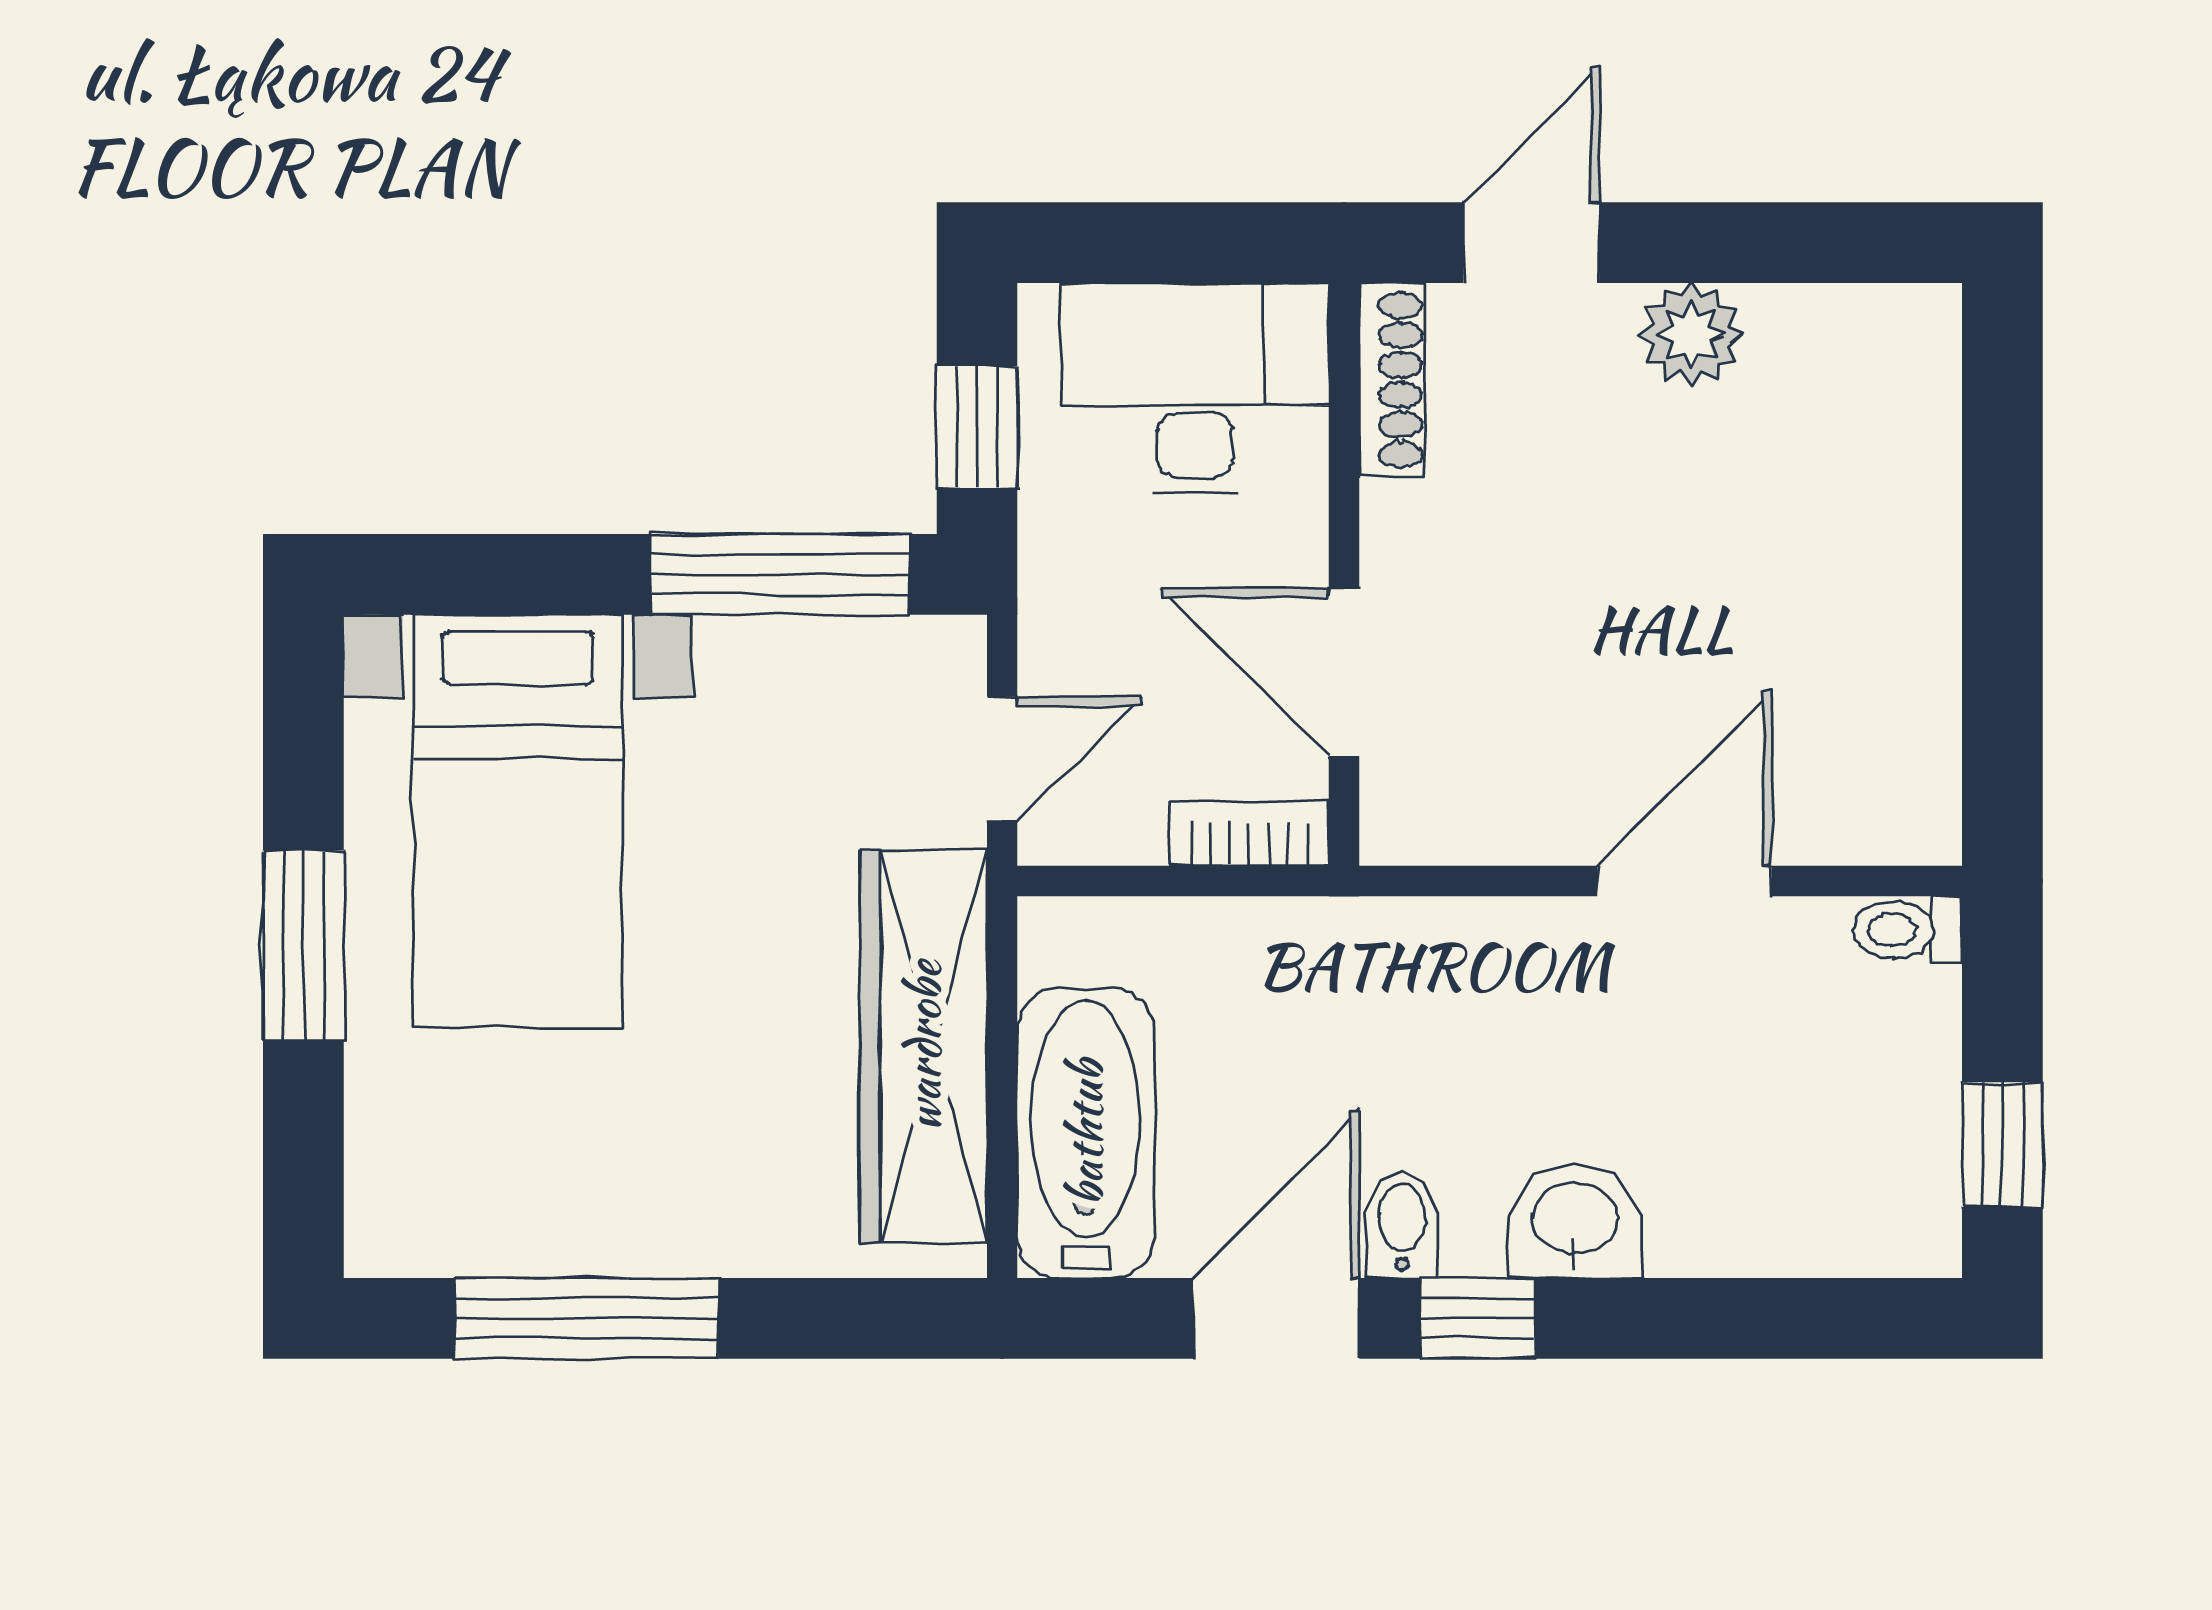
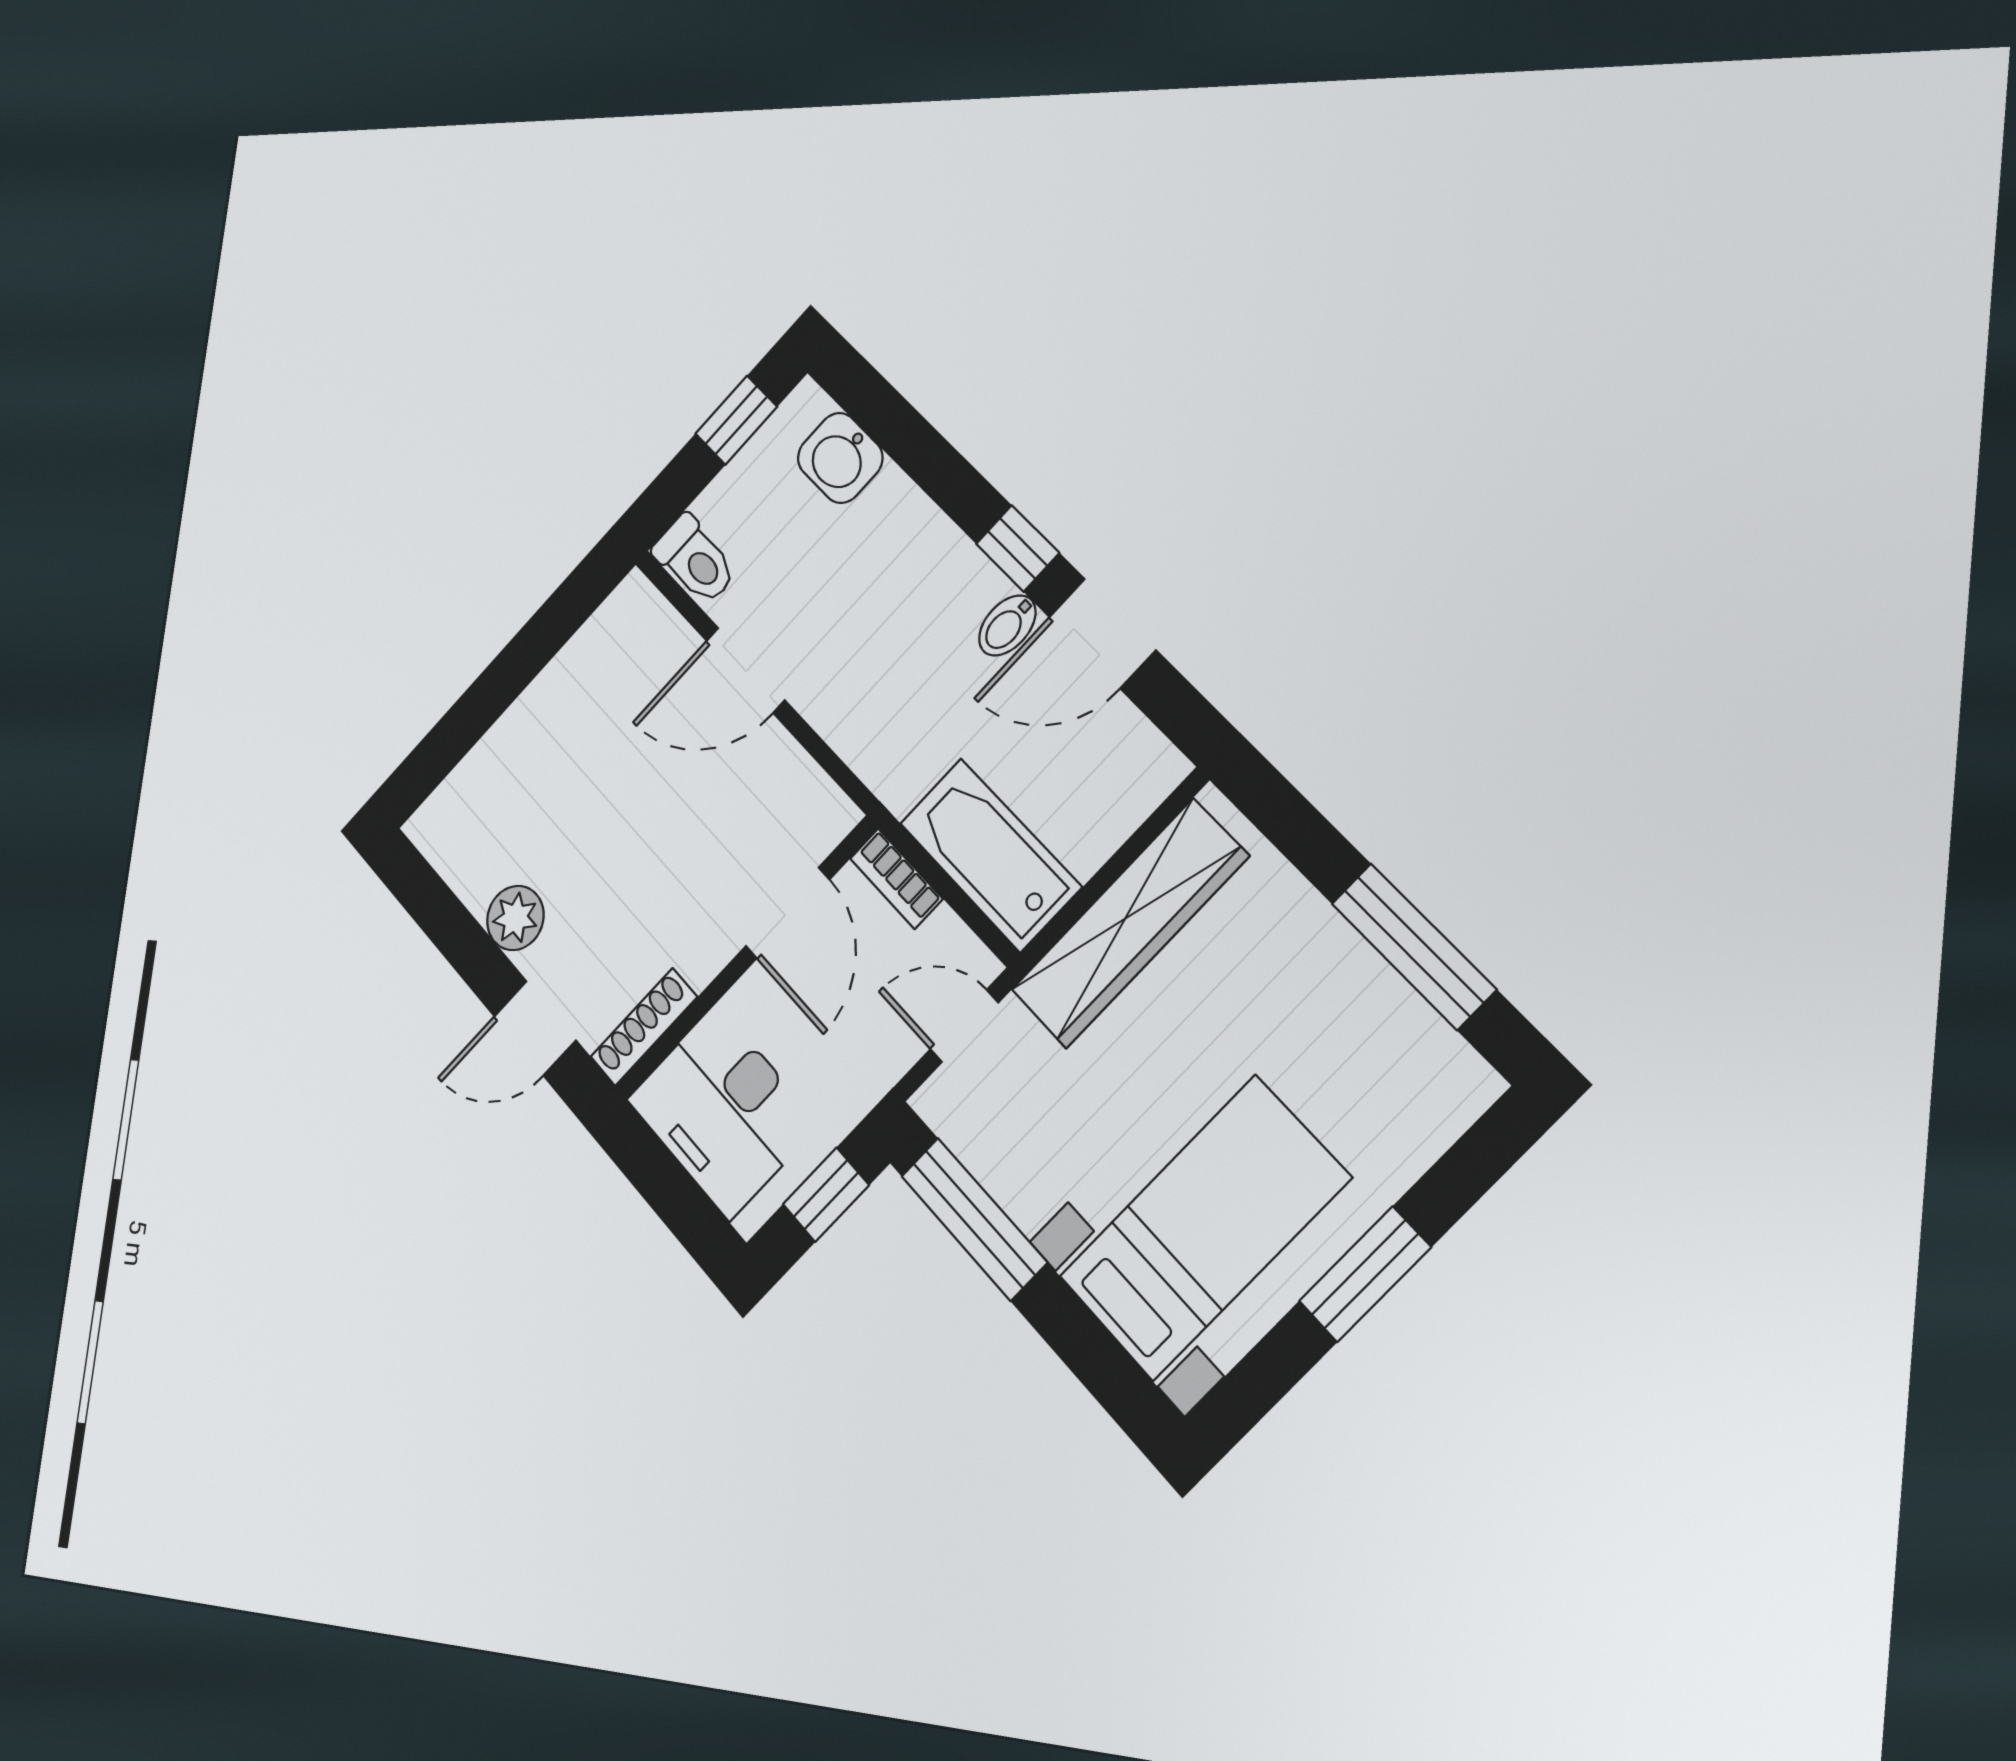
toilet: (1908, 930) -> (695, 560), width x1.37, depth x1.39
bathtub: (1085, 1133) -> (990, 855), moved, turned 90
washbasin: (1575, 1221) -> (840, 458), moved

